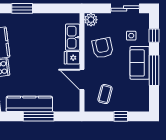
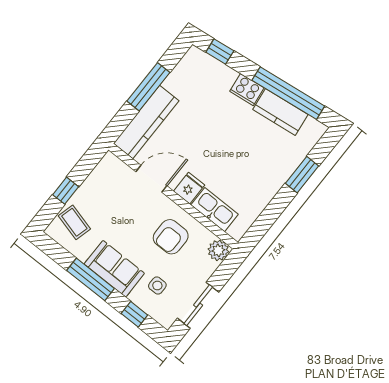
armchair: (103, 48) -> (171, 237), turned 102
coffee table: (105, 94) -> (74, 222), moved
kitchen counter: (29, 104) -> (146, 122), moved

